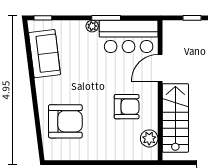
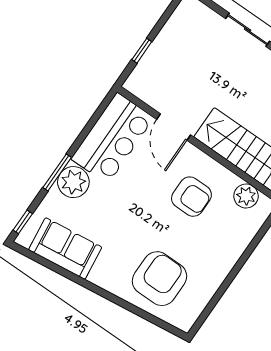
window: (106, 18) -> (57, 172), moved
plant: (92, 26) -> (73, 182), width x1.88, depth x1.88
armchair: (127, 107) -> (191, 197), turned 90

